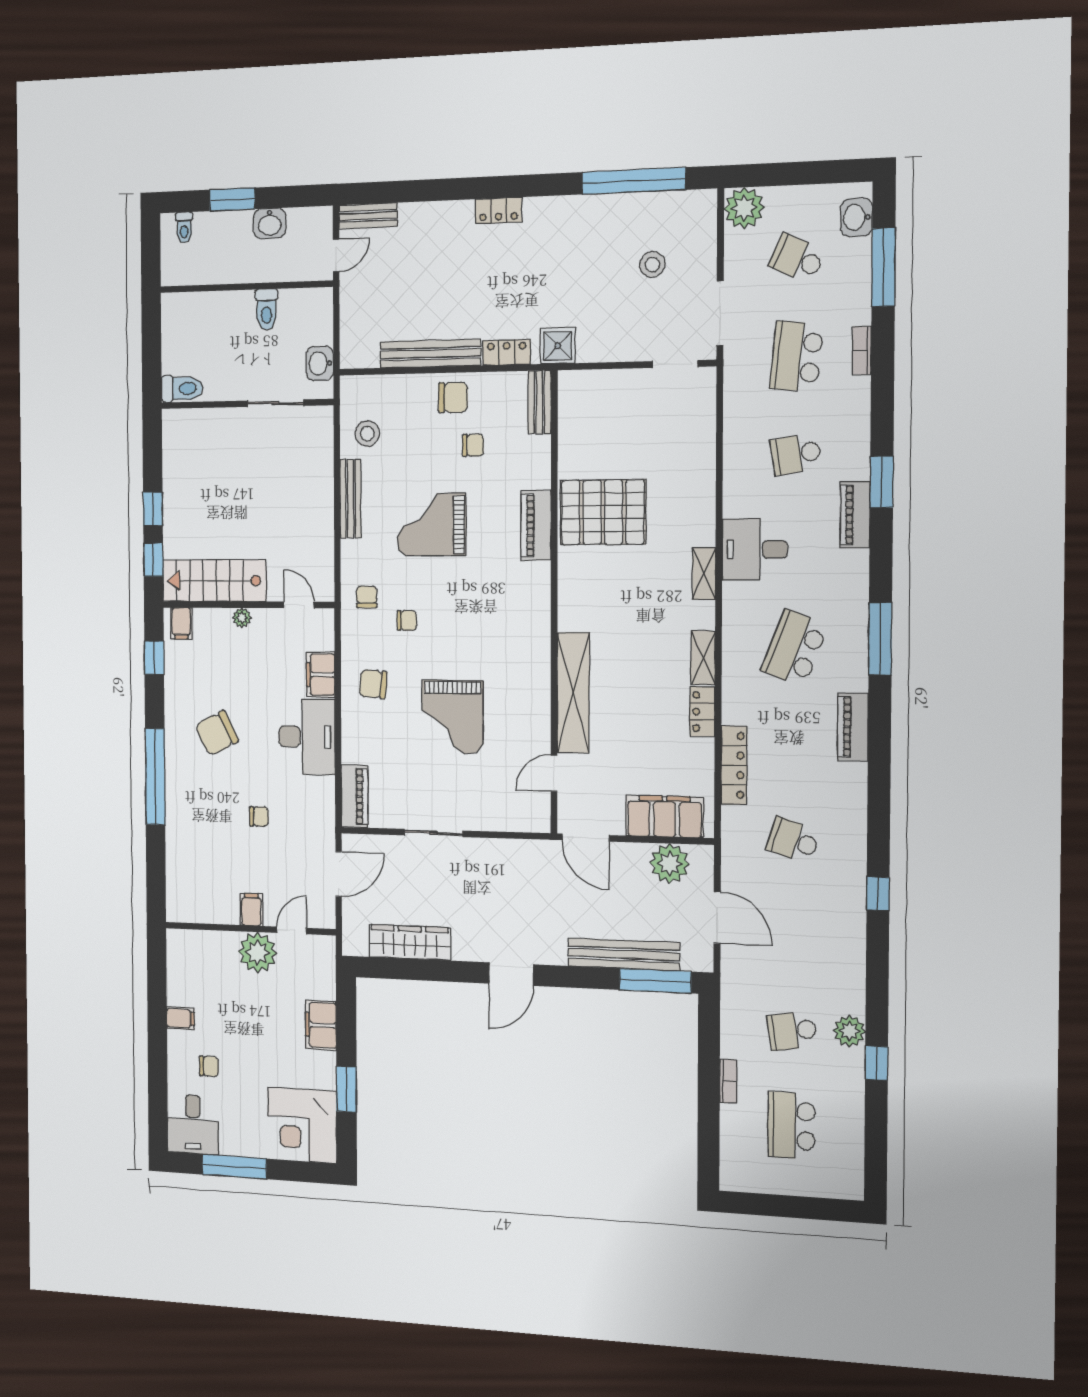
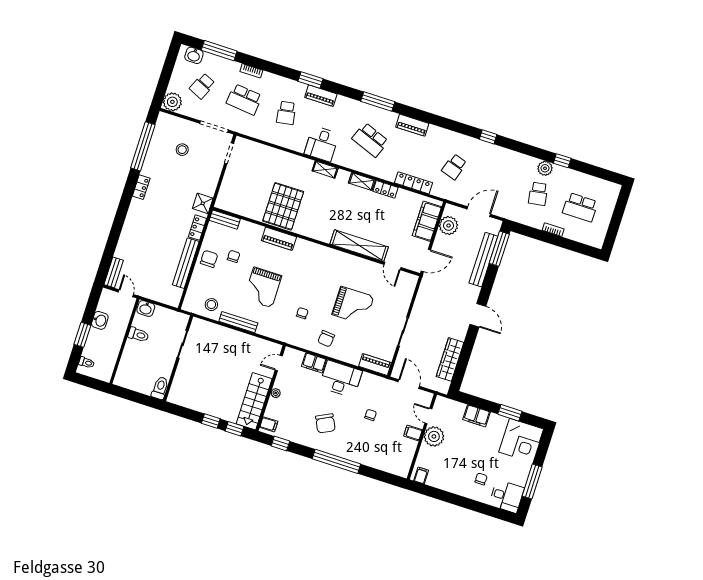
locker: (499, 211) -> (141, 187), moved
washbasin: (320, 363) -> (146, 308), moved
chair: (367, 597) -> (285, 329), removed
filing cabinet: (180, 1018) -> (421, 475), moved

